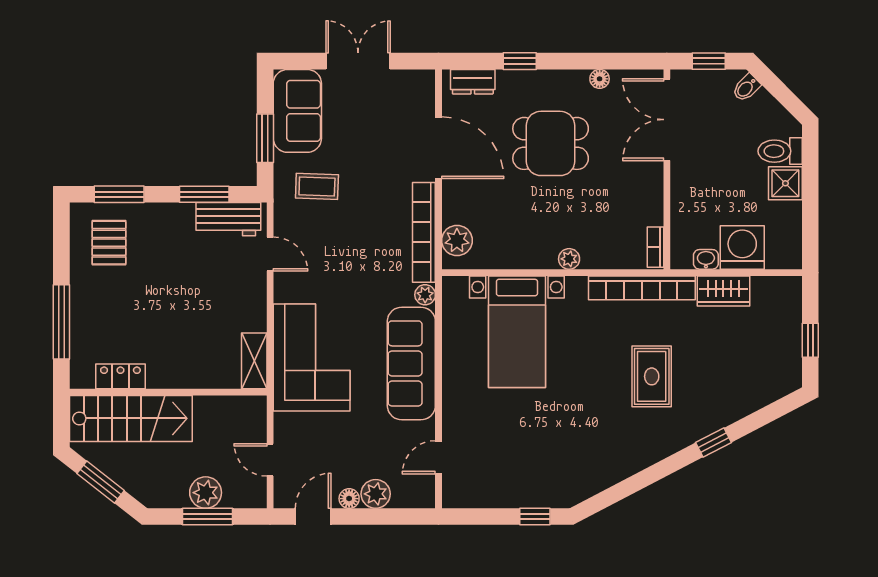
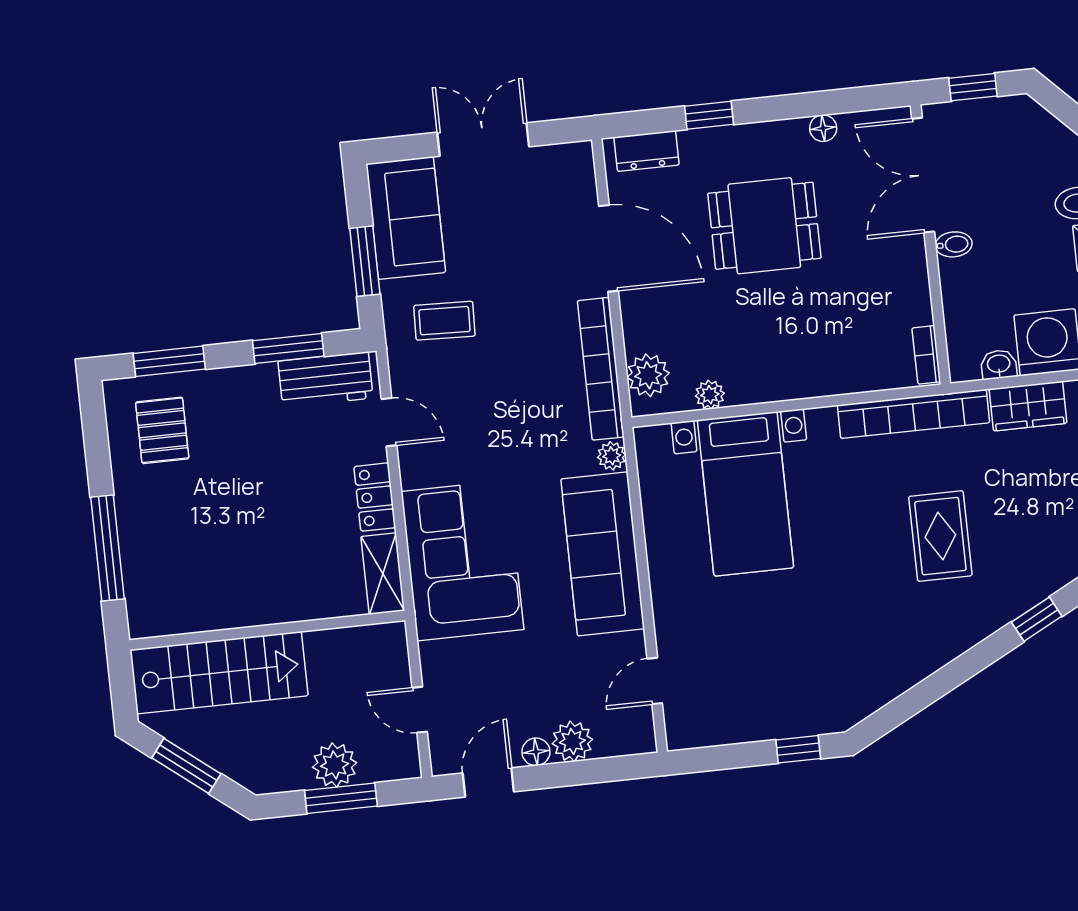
bidet: (746, 88) -> (954, 244), moved, turned -135
plant: (569, 259) -> (710, 395), moved
locker: (120, 376) -> (375, 497), moved, turned -90

